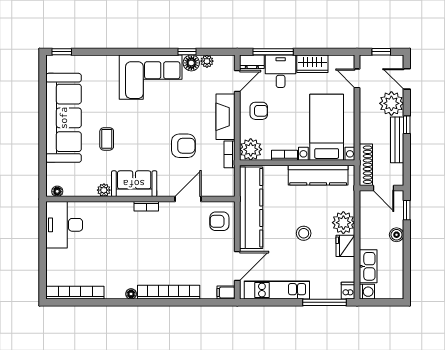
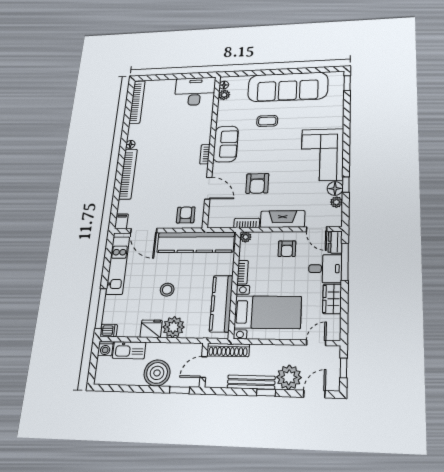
plant: (251, 149) -> (246, 237), width x0.53, depth x0.53
plant: (104, 190) -> (224, 95), moved
boiler: (397, 235) -> (157, 373), width x1.86, depth x1.86

